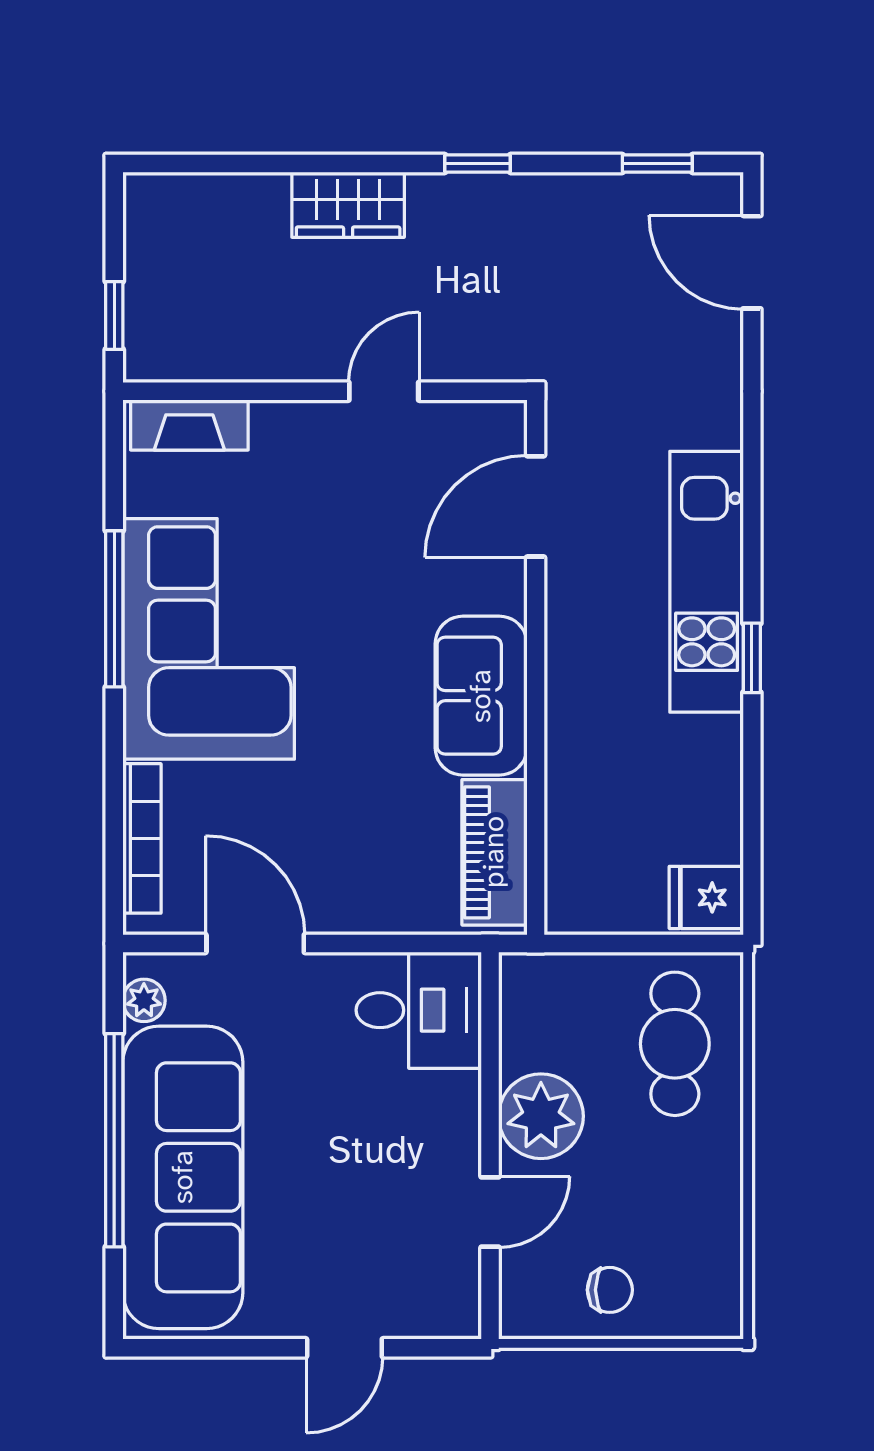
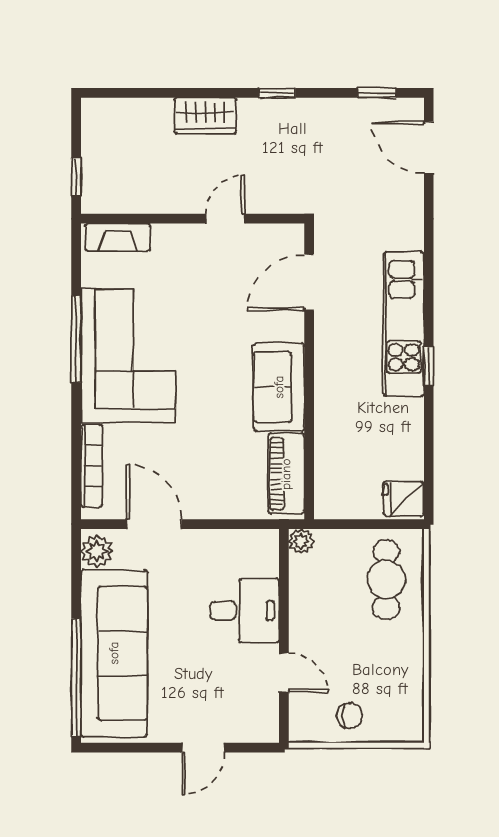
plant: (144, 1000) -> (97, 551), width x1.38, depth x1.38
desk: (419, 1010) -> (245, 611), moved
plant: (541, 1116) -> (301, 541), moved, width x0.53, depth x0.53
window: (114, 1140) -> (76, 677), moved
door: (490, 1212) -> (284, 673), hinge flipped

